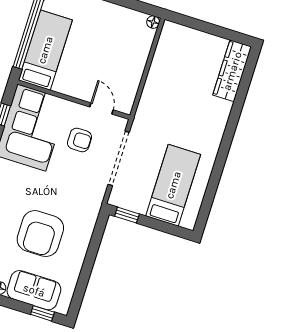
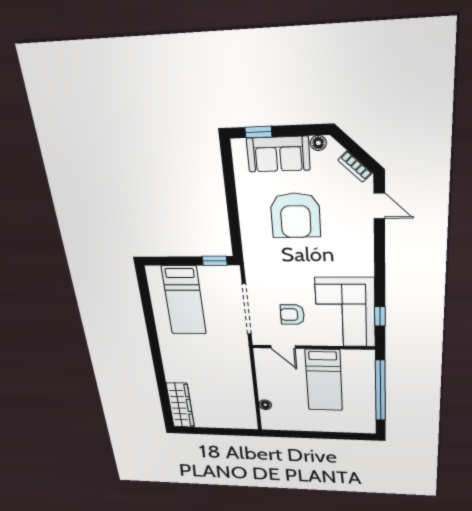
floor lamp: (153, 22) -> (265, 405), moved
bed: (45, 50) -> (324, 380), moved
armchair: (40, 234) -> (295, 215), turned 180

